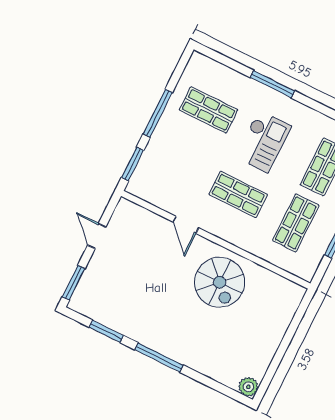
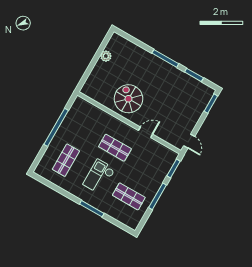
shop shelf: (296, 223) -> (83, 130), removed
door: (186, 225) -> (146, 132), hinge flipped
door: (97, 236) -> (189, 141), moved
plant: (248, 387) -> (106, 56), moved

